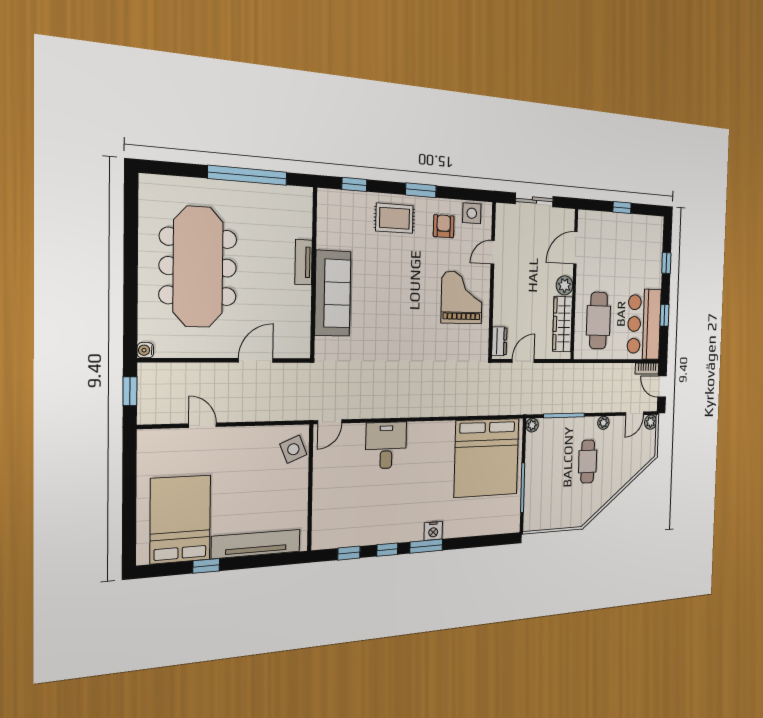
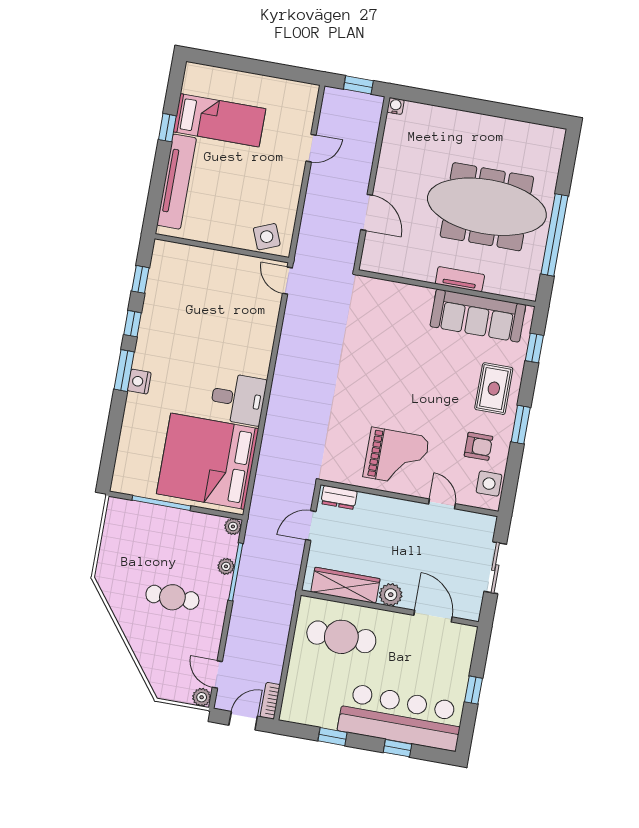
meeting table: (198, 267) -> (487, 207), moved
sofa: (333, 293) -> (478, 316), moved
bar counter: (644, 324) -> (401, 717), moved, width x1.36
door: (523, 361) -> (311, 526), swing flipped
plant: (603, 423) -> (226, 566), moved
desk: (386, 445) -> (238, 399), moved
bed: (180, 519) -> (220, 120), width x0.67

